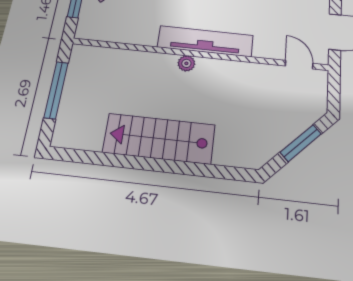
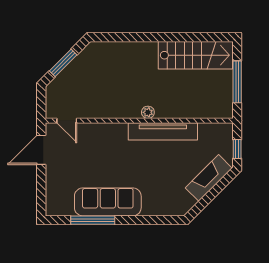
tv unit: (205, 41) -> (163, 131), moved
stairs: (159, 139) -> (195, 55), moved

